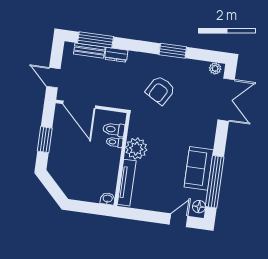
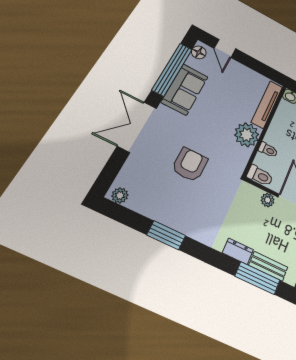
armchair: (160, 90) -> (190, 165), moved, turned -30
double door: (226, 100) -> (137, 127), moved
plant: (104, 101) -> (268, 200), added
toilet: (114, 129) -> (260, 176), moved
door: (179, 220) -> (225, 48), hinge flipped

